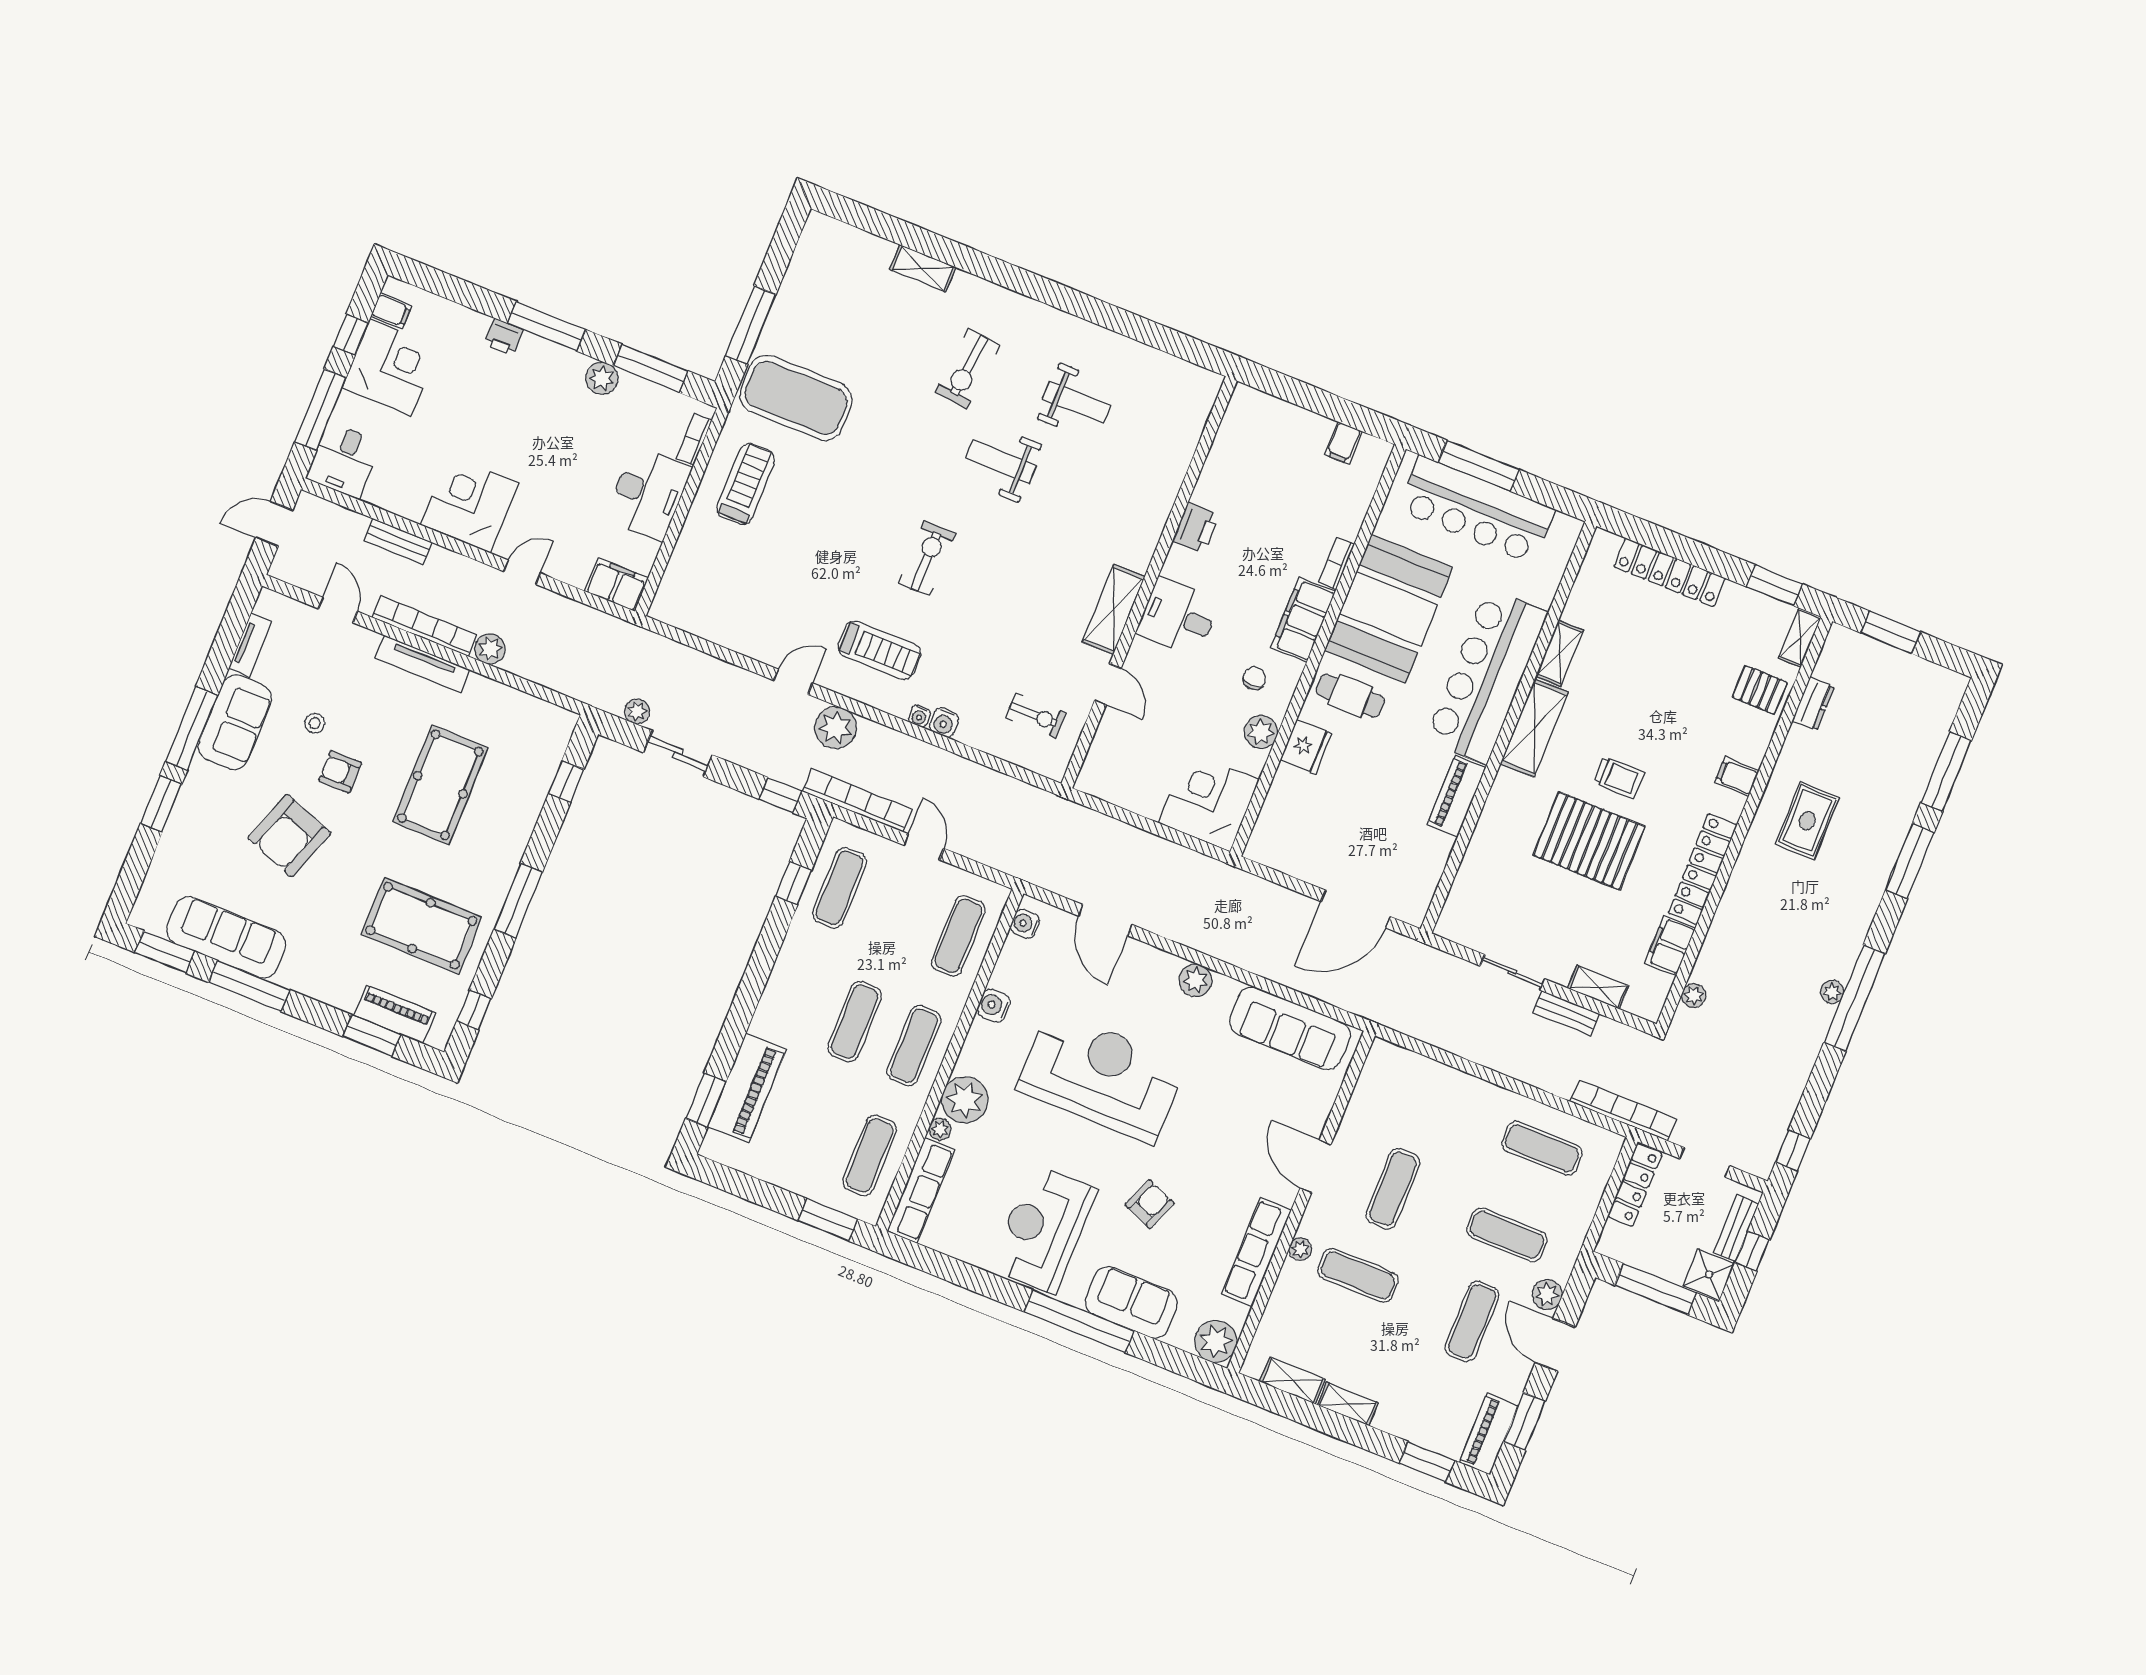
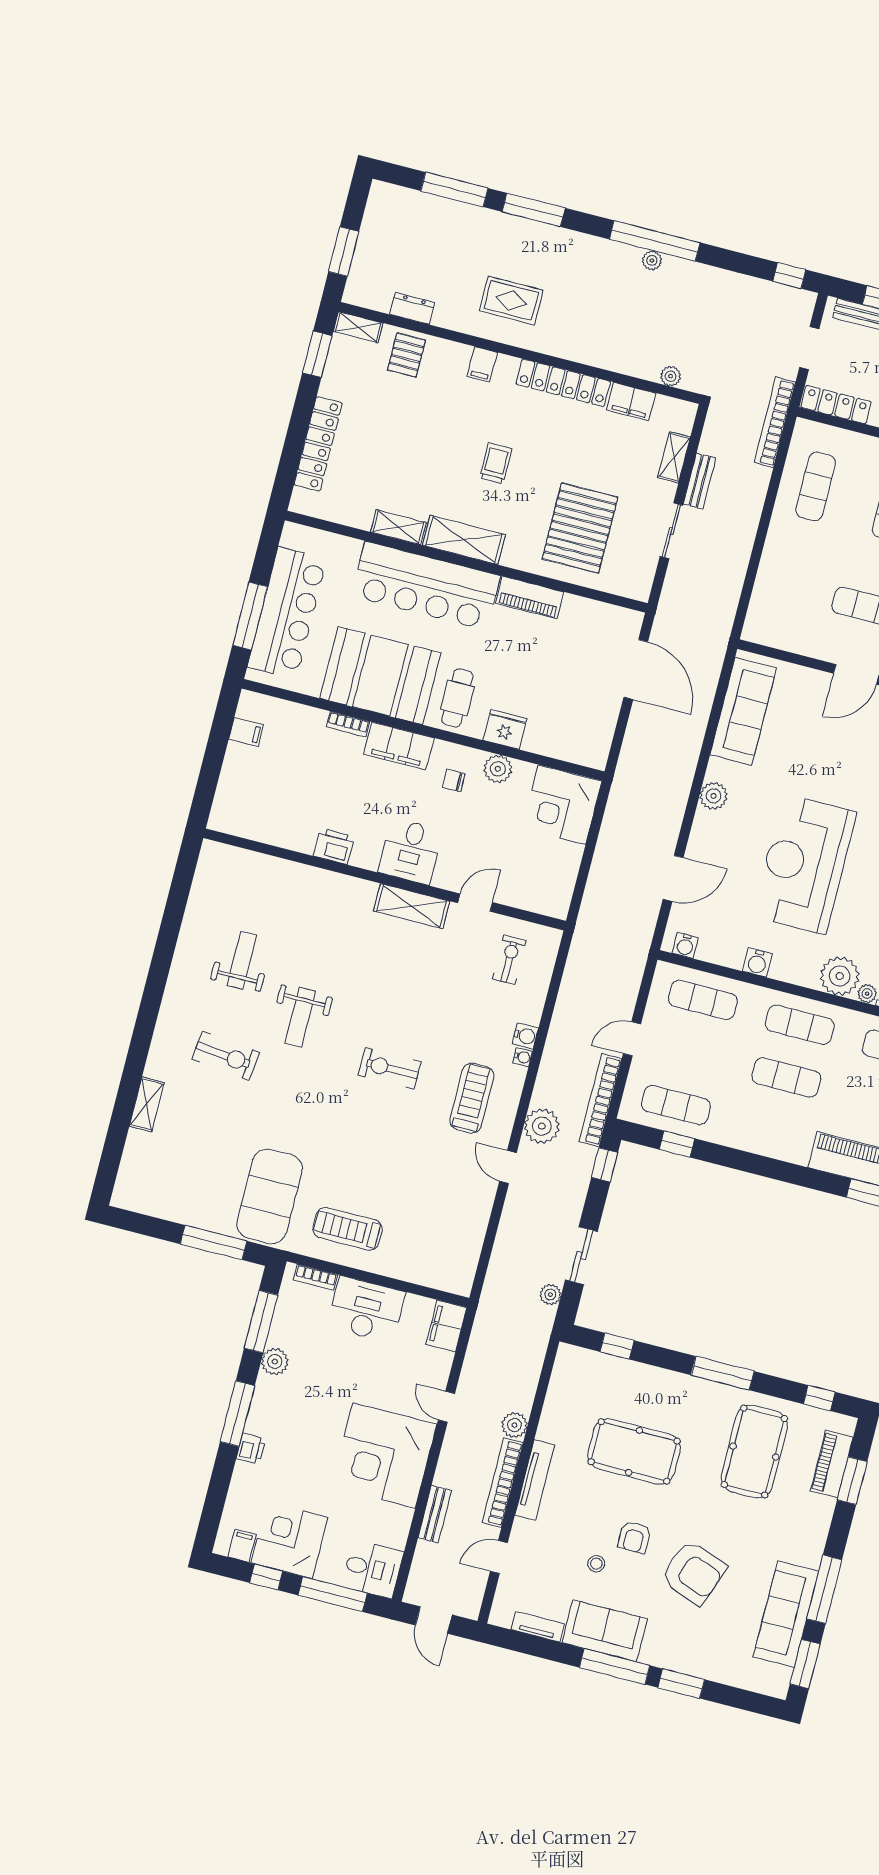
corner desk: (470, 504) -> (384, 1456), width x1.36, depth x1.36
pallet: (1589, 841) -> (580, 528), moved

